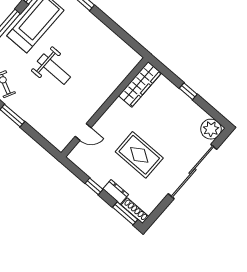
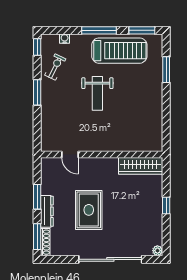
plant: (211, 129) -> (157, 251), width x0.53, depth x0.53
window: (94, 186) -> (37, 197), width x1.50
dresser: (116, 192) -> (47, 211), width x1.44

